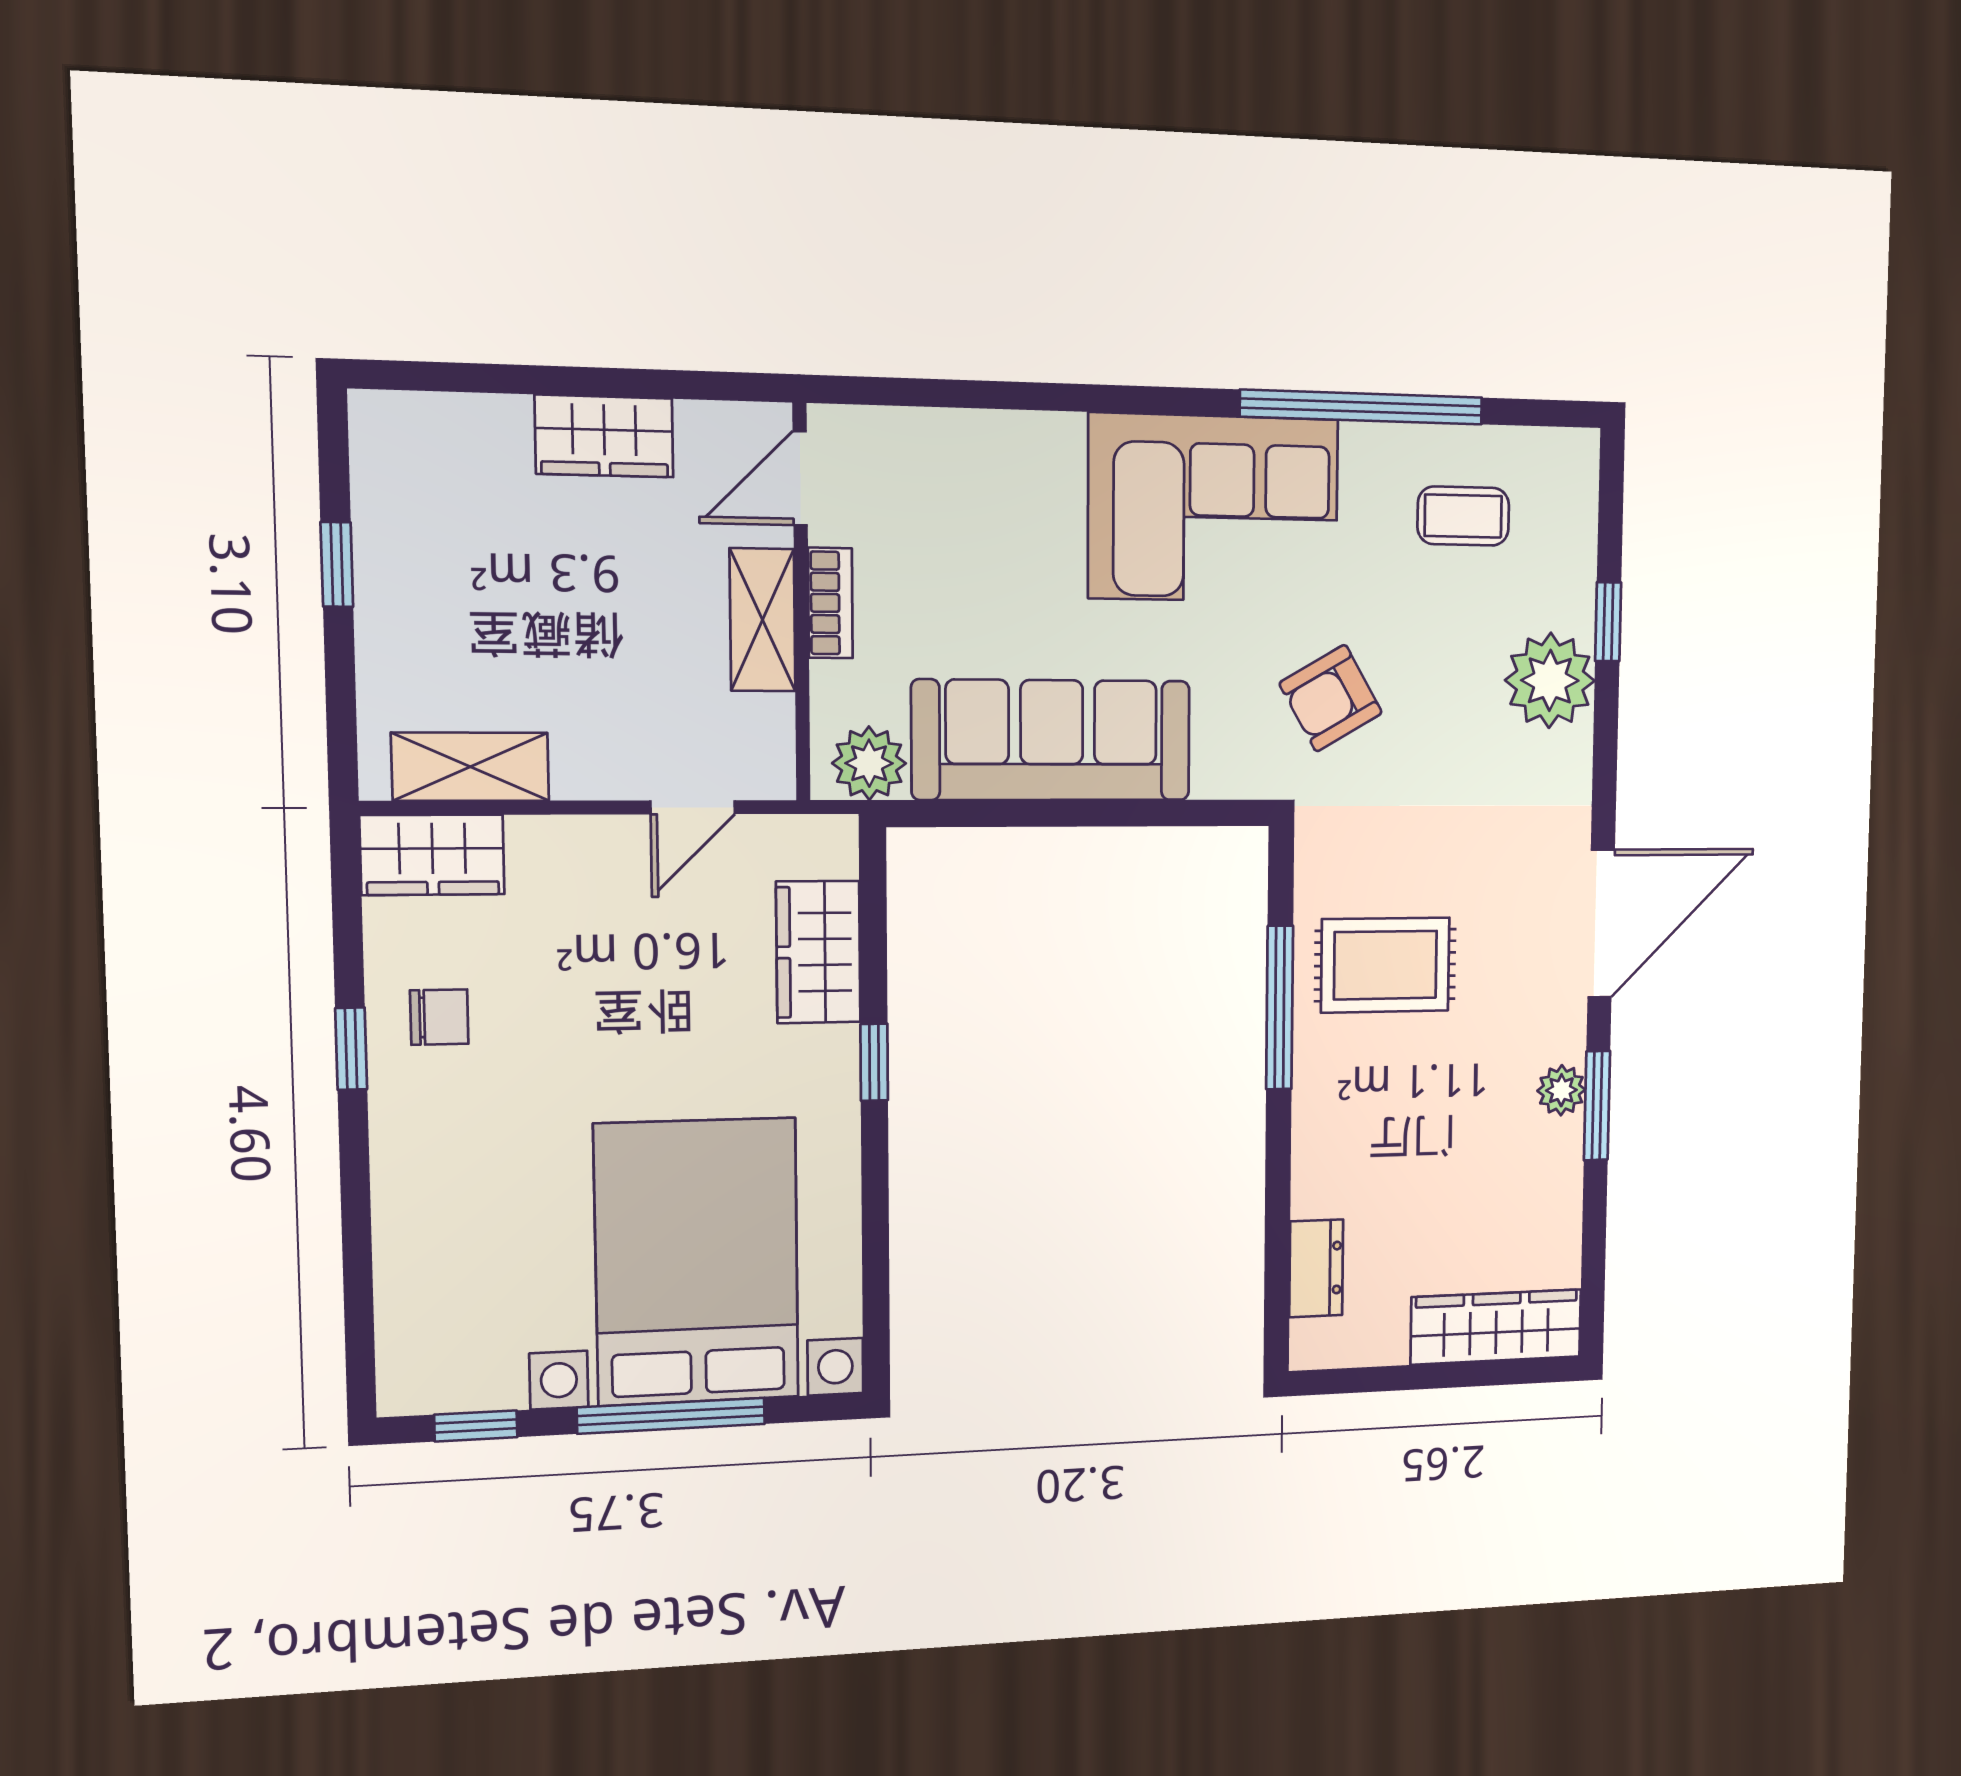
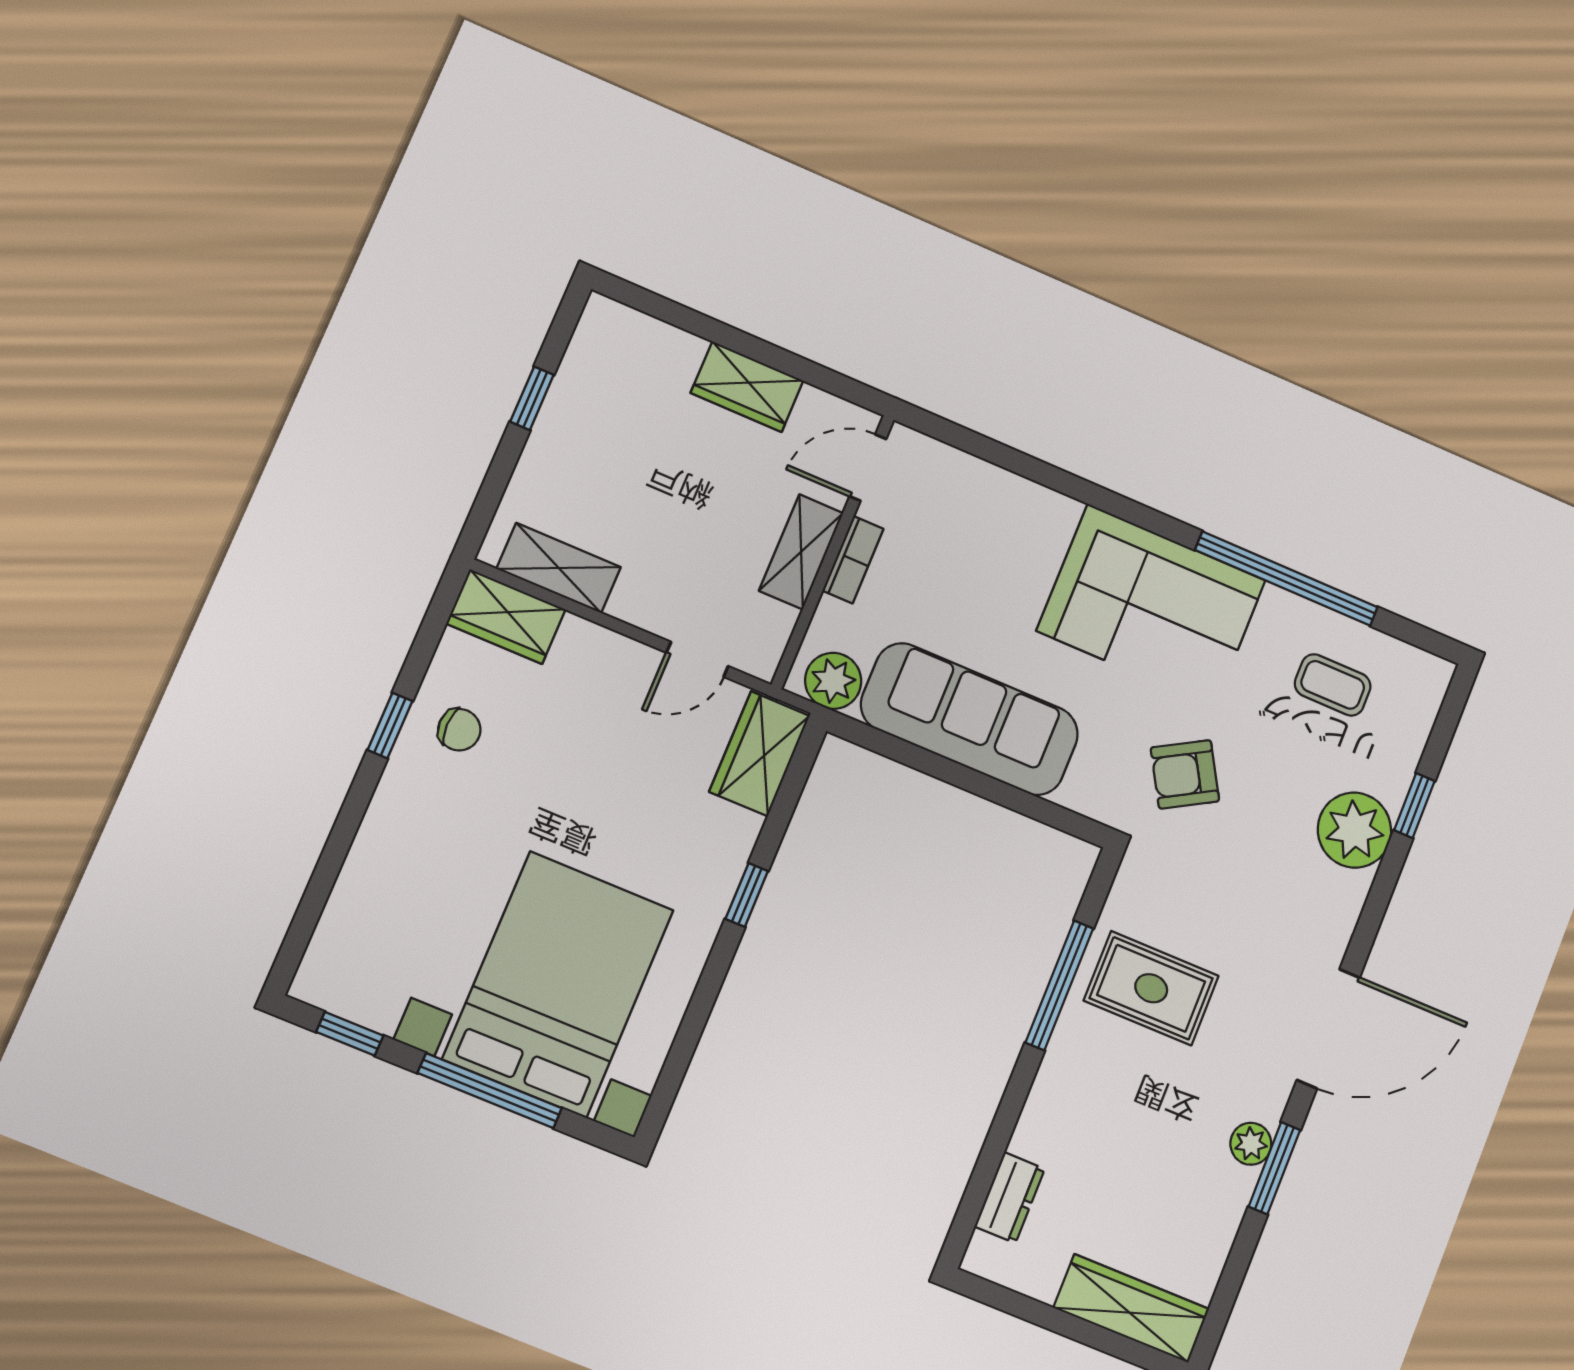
wardrobe: (818, 952) -> (759, 754), moved

